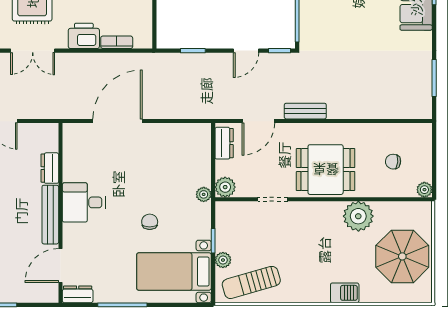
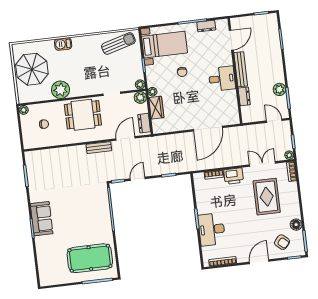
wardrobe: (200, 167) -> (156, 108), added
plant: (223, 260) -> (140, 84), moved
dresser: (78, 294) -> (206, 26), moved

